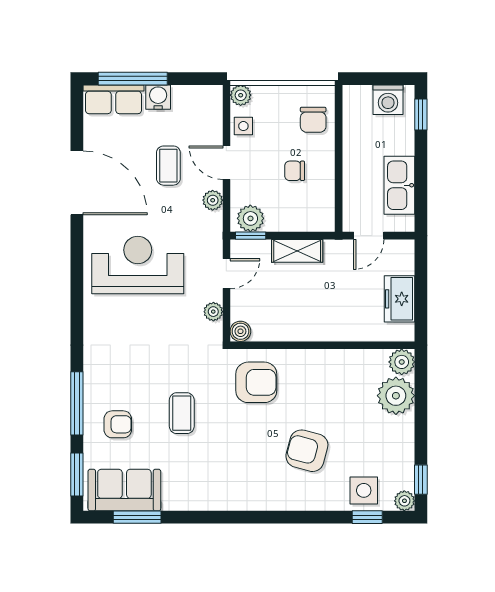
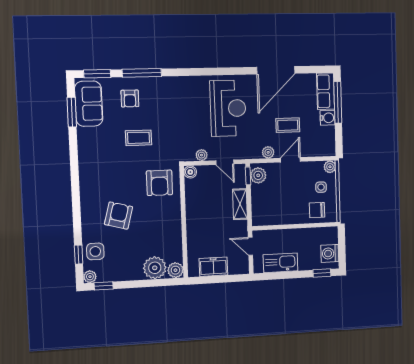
side table: (243, 126) -> (321, 187), moved
chair: (295, 171) -> (287, 201), removed

